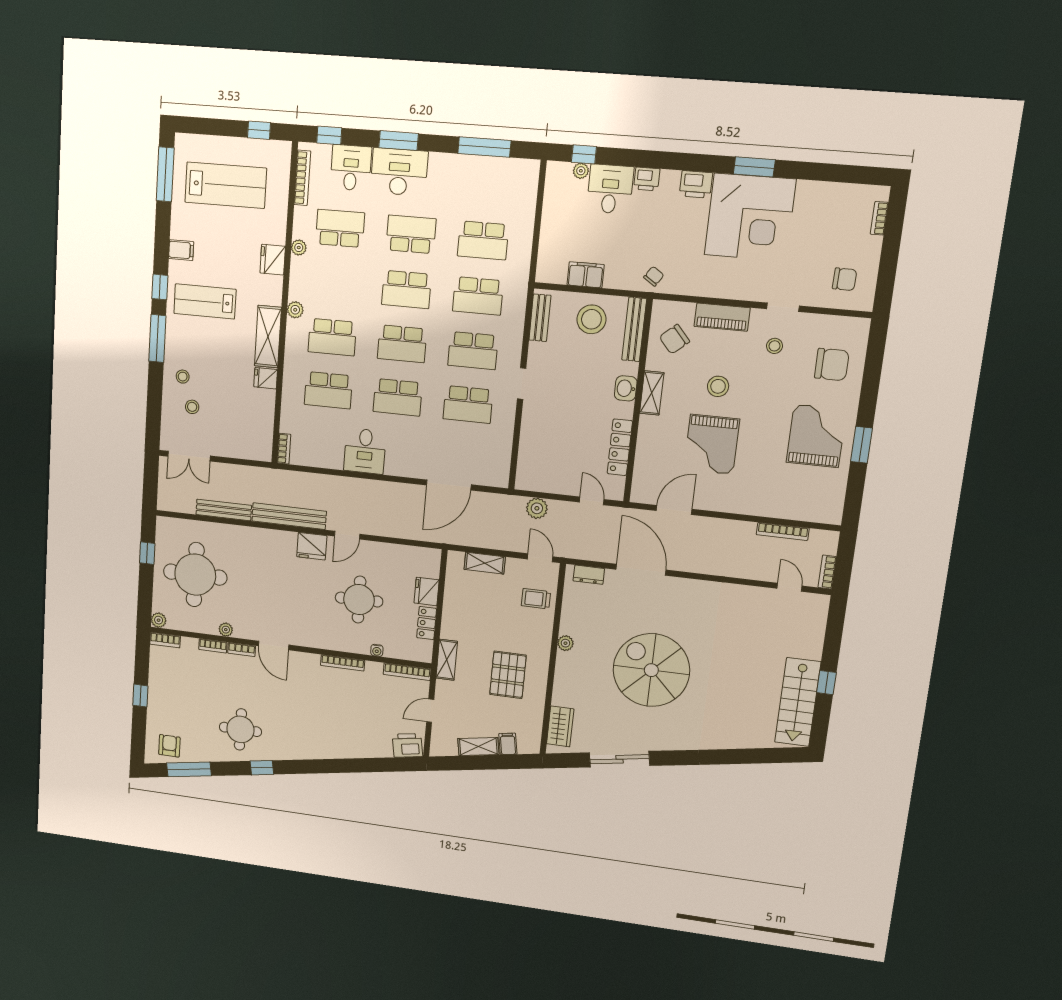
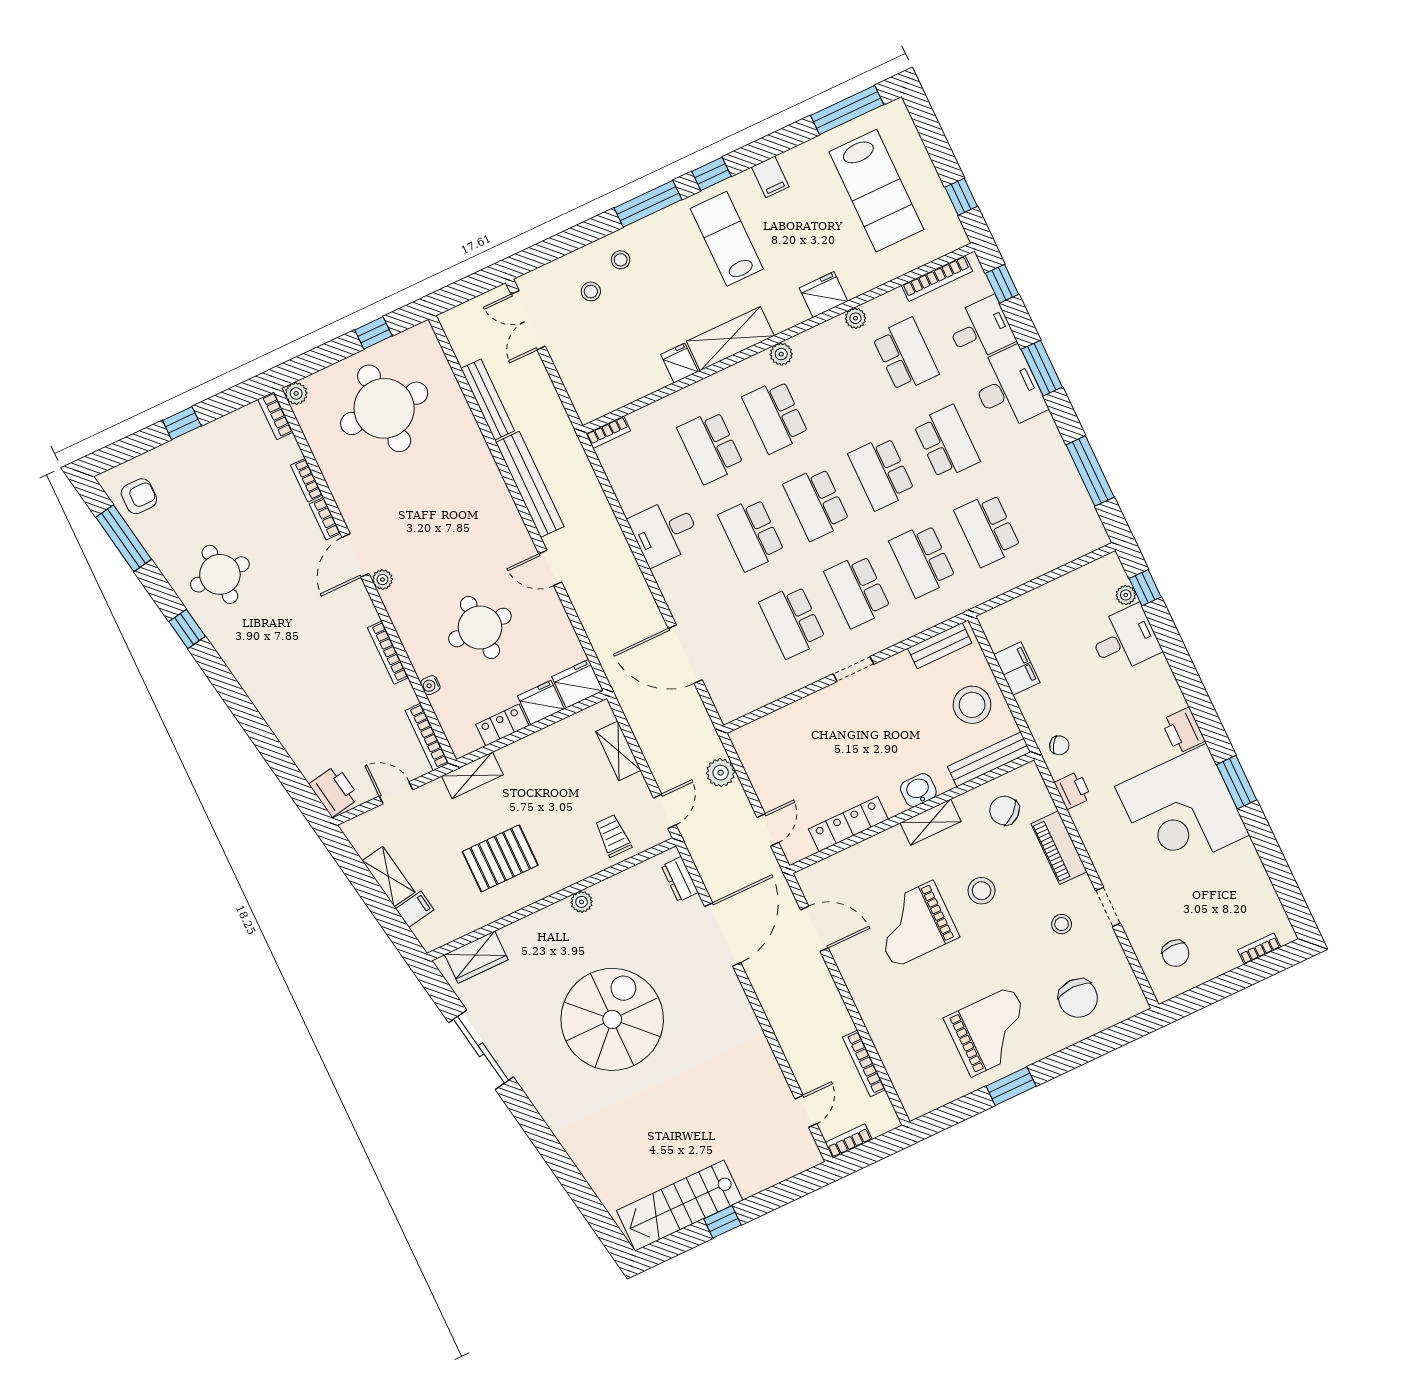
printer: (647, 179) -> (1073, 790), moved, turned 180
fridge: (312, 546) -> (577, 684), moved, turned 90
plant: (226, 630) -> (382, 580), moved

